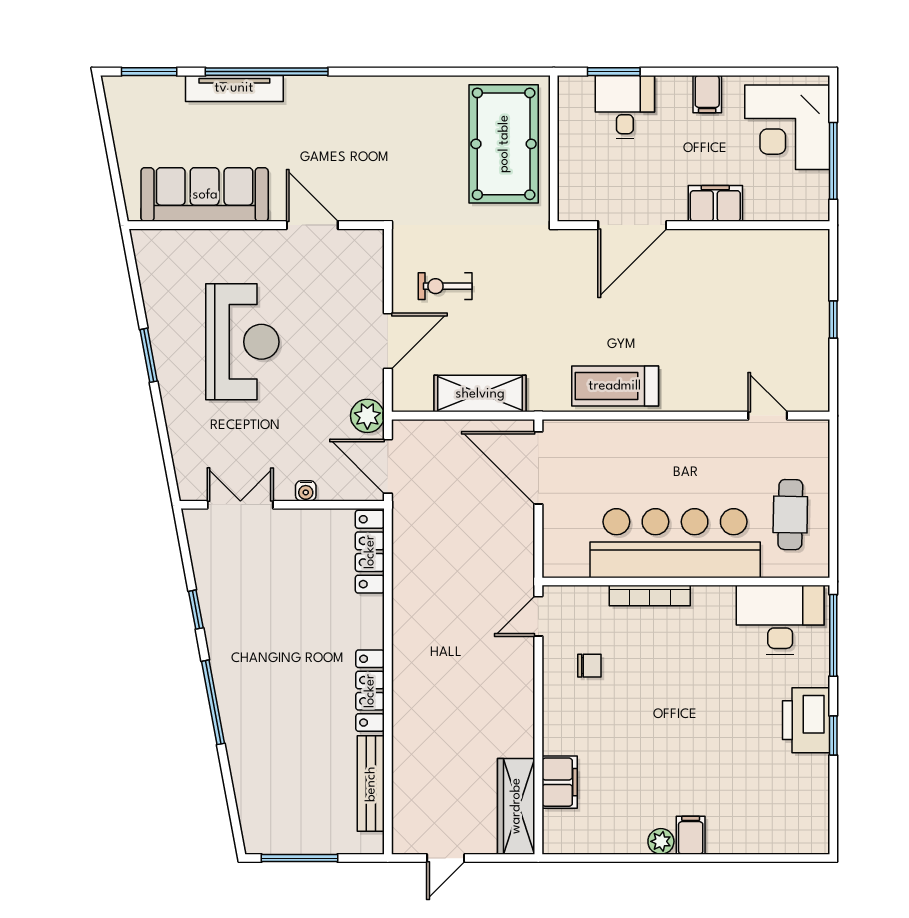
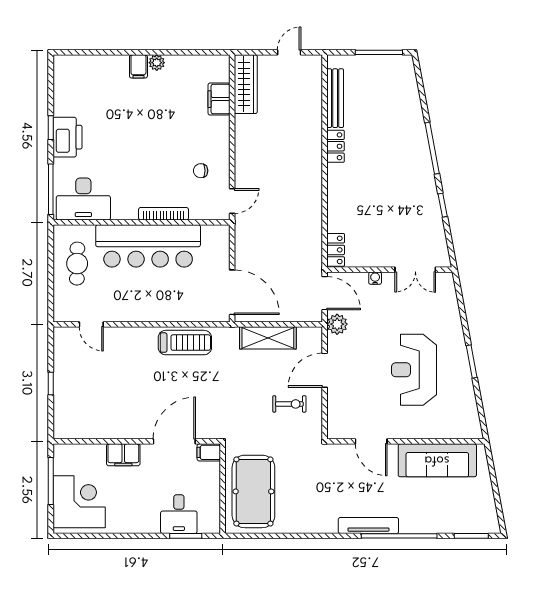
tv unit: (234, 88) -> (368, 526), moved
filing cabinet: (707, 94) -> (209, 452), moved, turned -90
locker: (370, 552) -> (336, 250), width x0.66
locker: (370, 691) -> (336, 146), width x0.66

